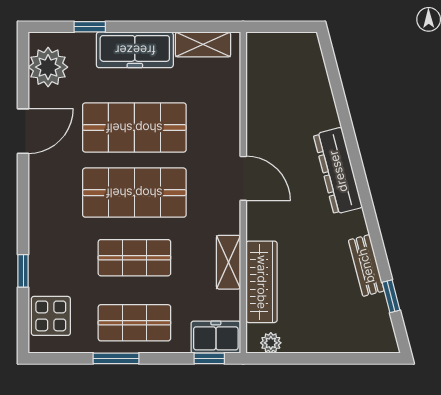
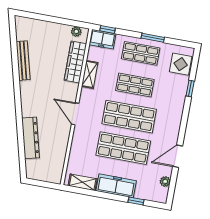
plant: (48, 67) -> (165, 181), width x0.53, depth x0.53
dresser: (338, 171) -> (31, 138), moved
bench: (366, 266) -> (23, 61), width x1.36
window: (391, 296) -> (14, 43), removed

